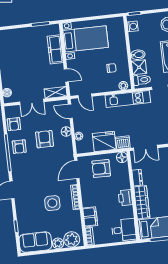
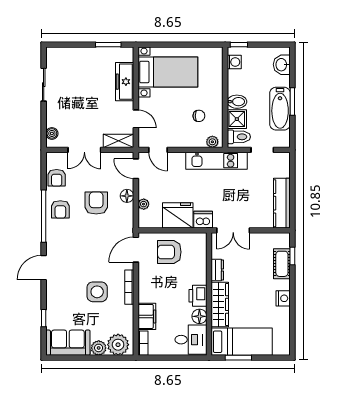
floor lamp: (122, 157) -> (199, 316), moved

